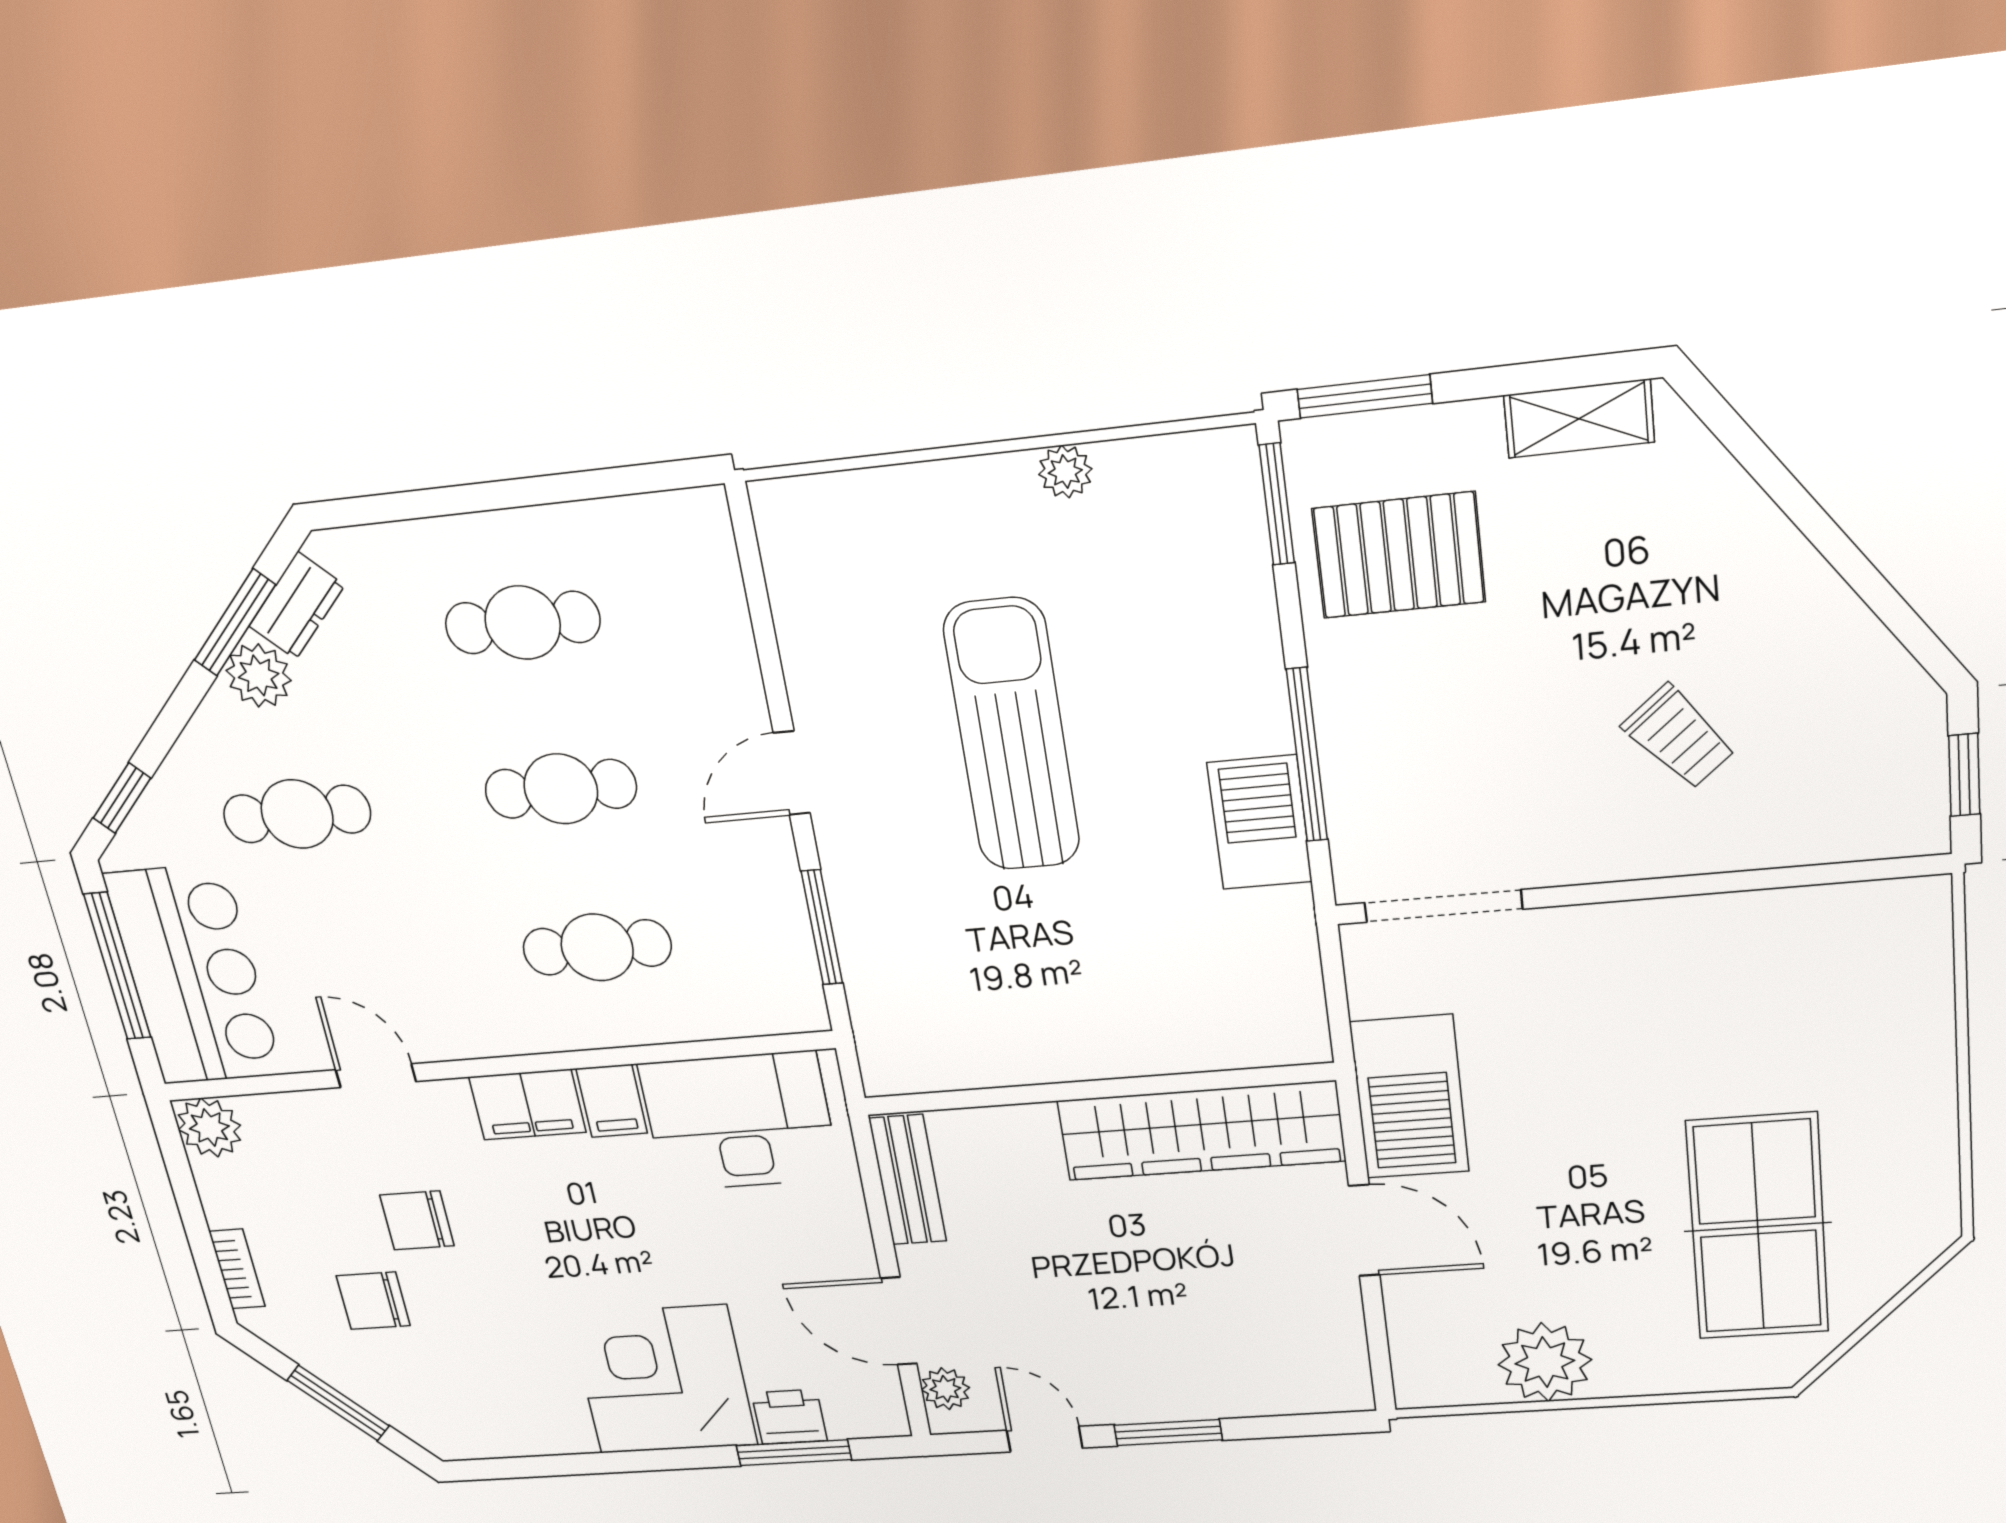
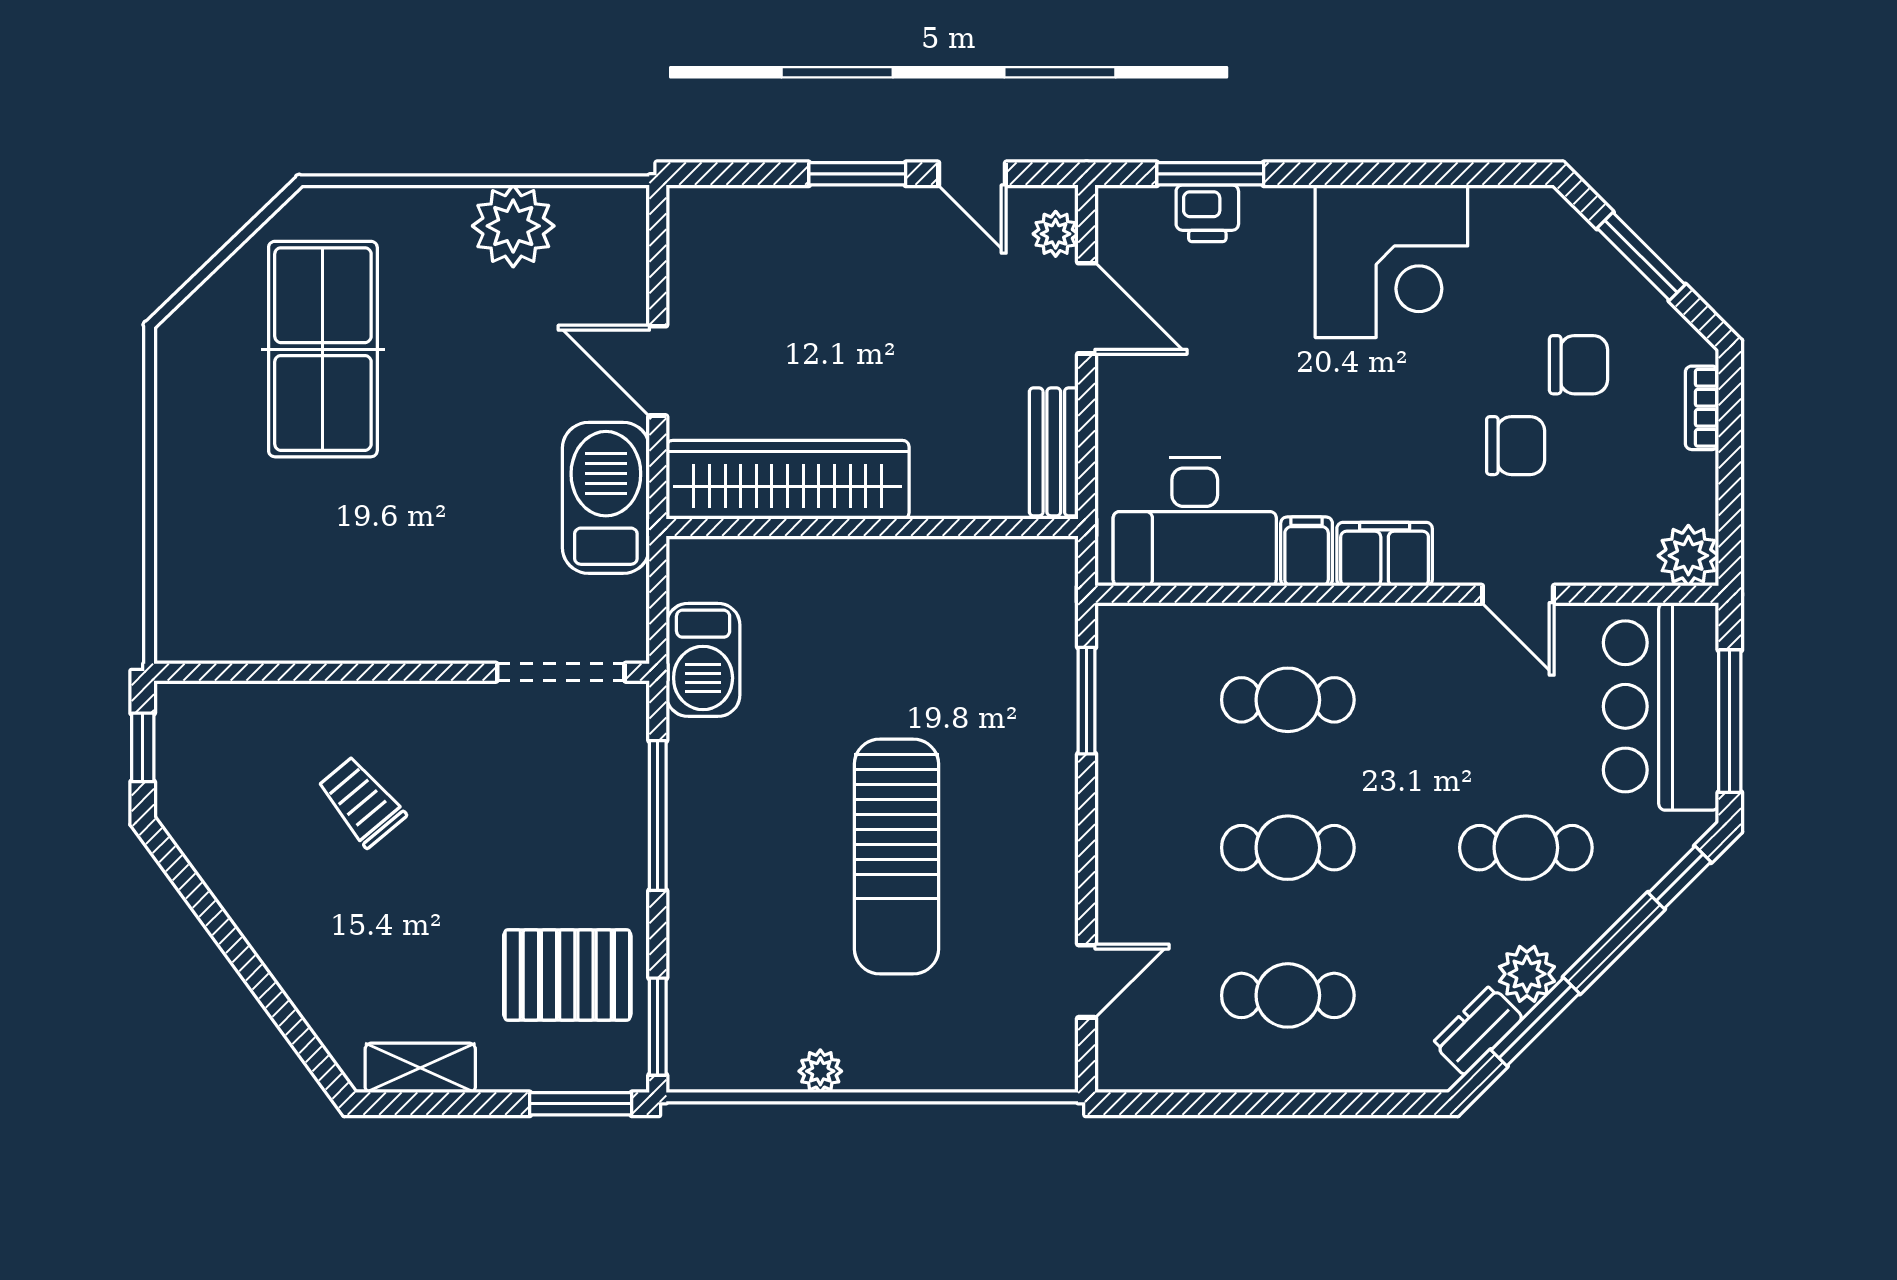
door: (792, 773) -> (1087, 981), moved
barbecue: (1260, 822) -> (703, 660), moved
corner desk: (663, 1380) -> (1391, 261), moved

